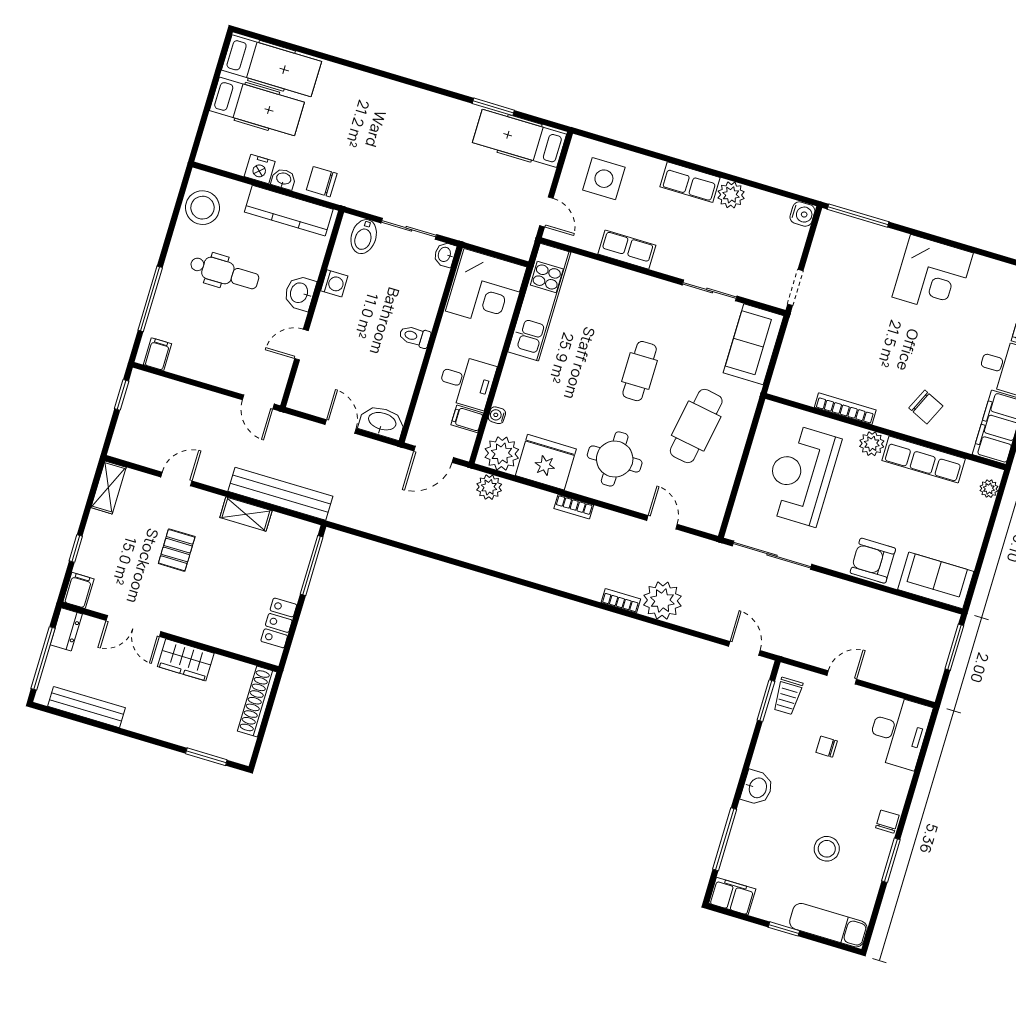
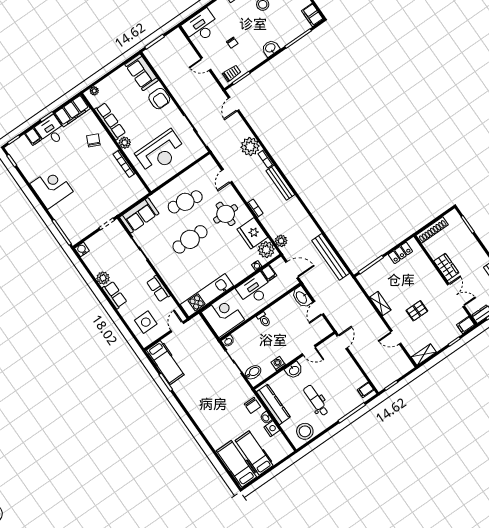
cafe table: (640, 371) -> (190, 239), width x1.37, depth x1.35
desk: (467, 382) -> (255, 289), width x1.37
bench: (280, 494) -> (331, 257), moved
bench: (566, 581) -> (280, 183), added

